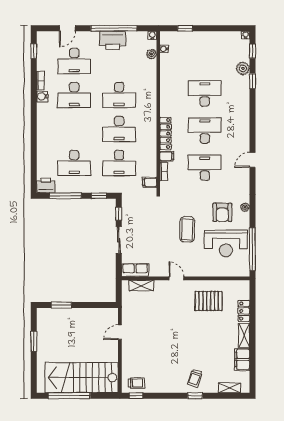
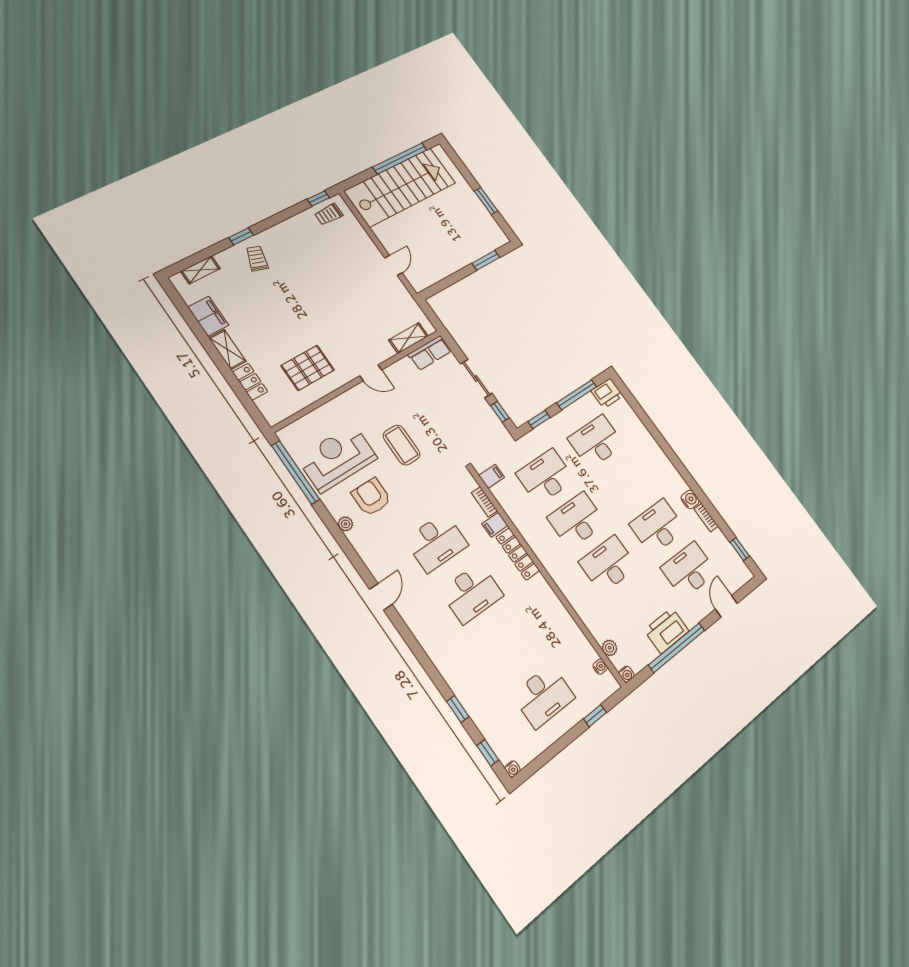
plant: (243, 68) -> (483, 718), removed
desk: (205, 93) -> (544, 696), moved

